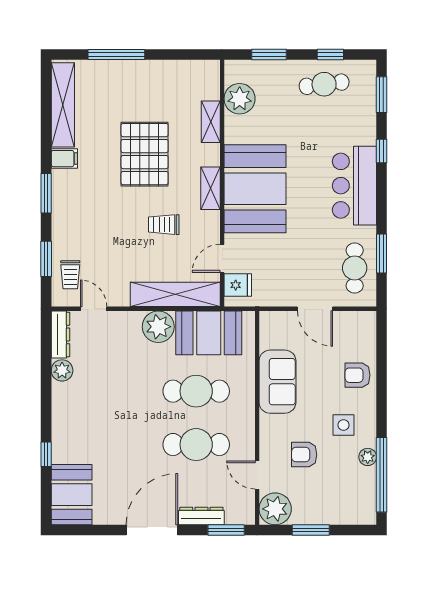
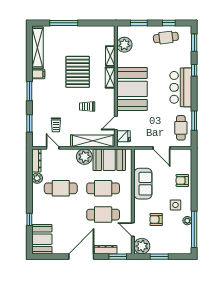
shelving: (210, 188) -> (110, 78), moved
trolley: (70, 275) -> (56, 125), moved
cafe table: (110, 391) -> (61, 188), added

